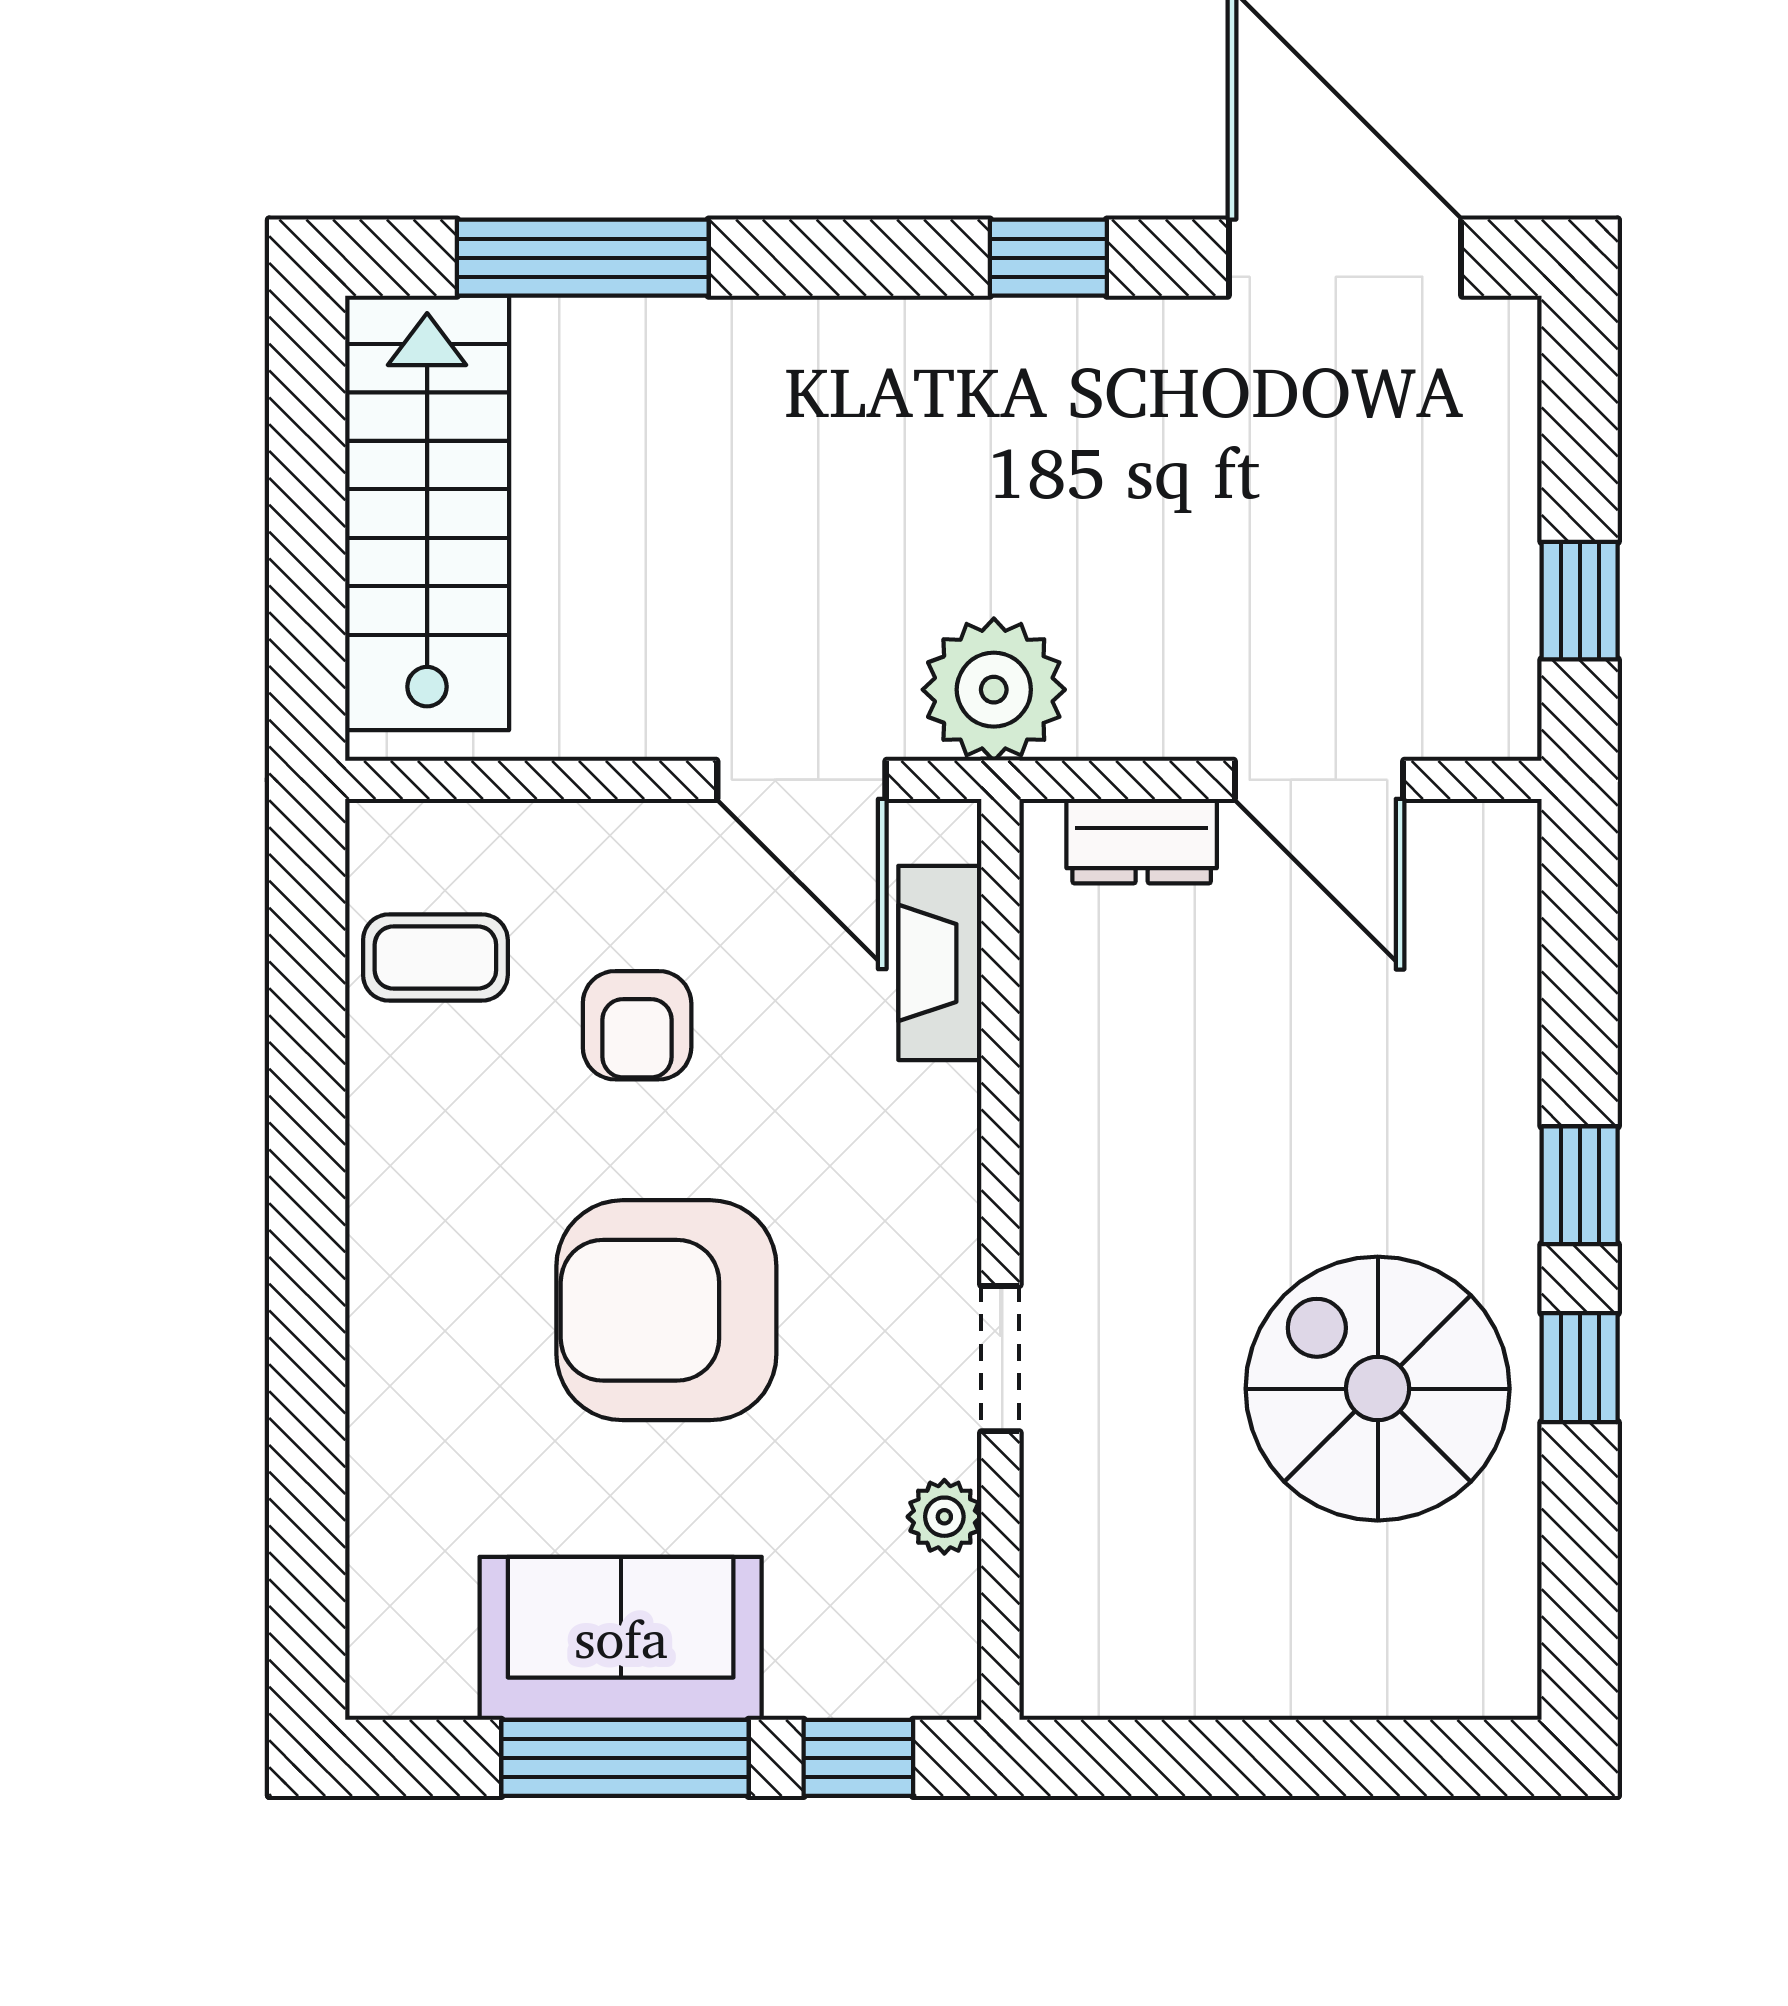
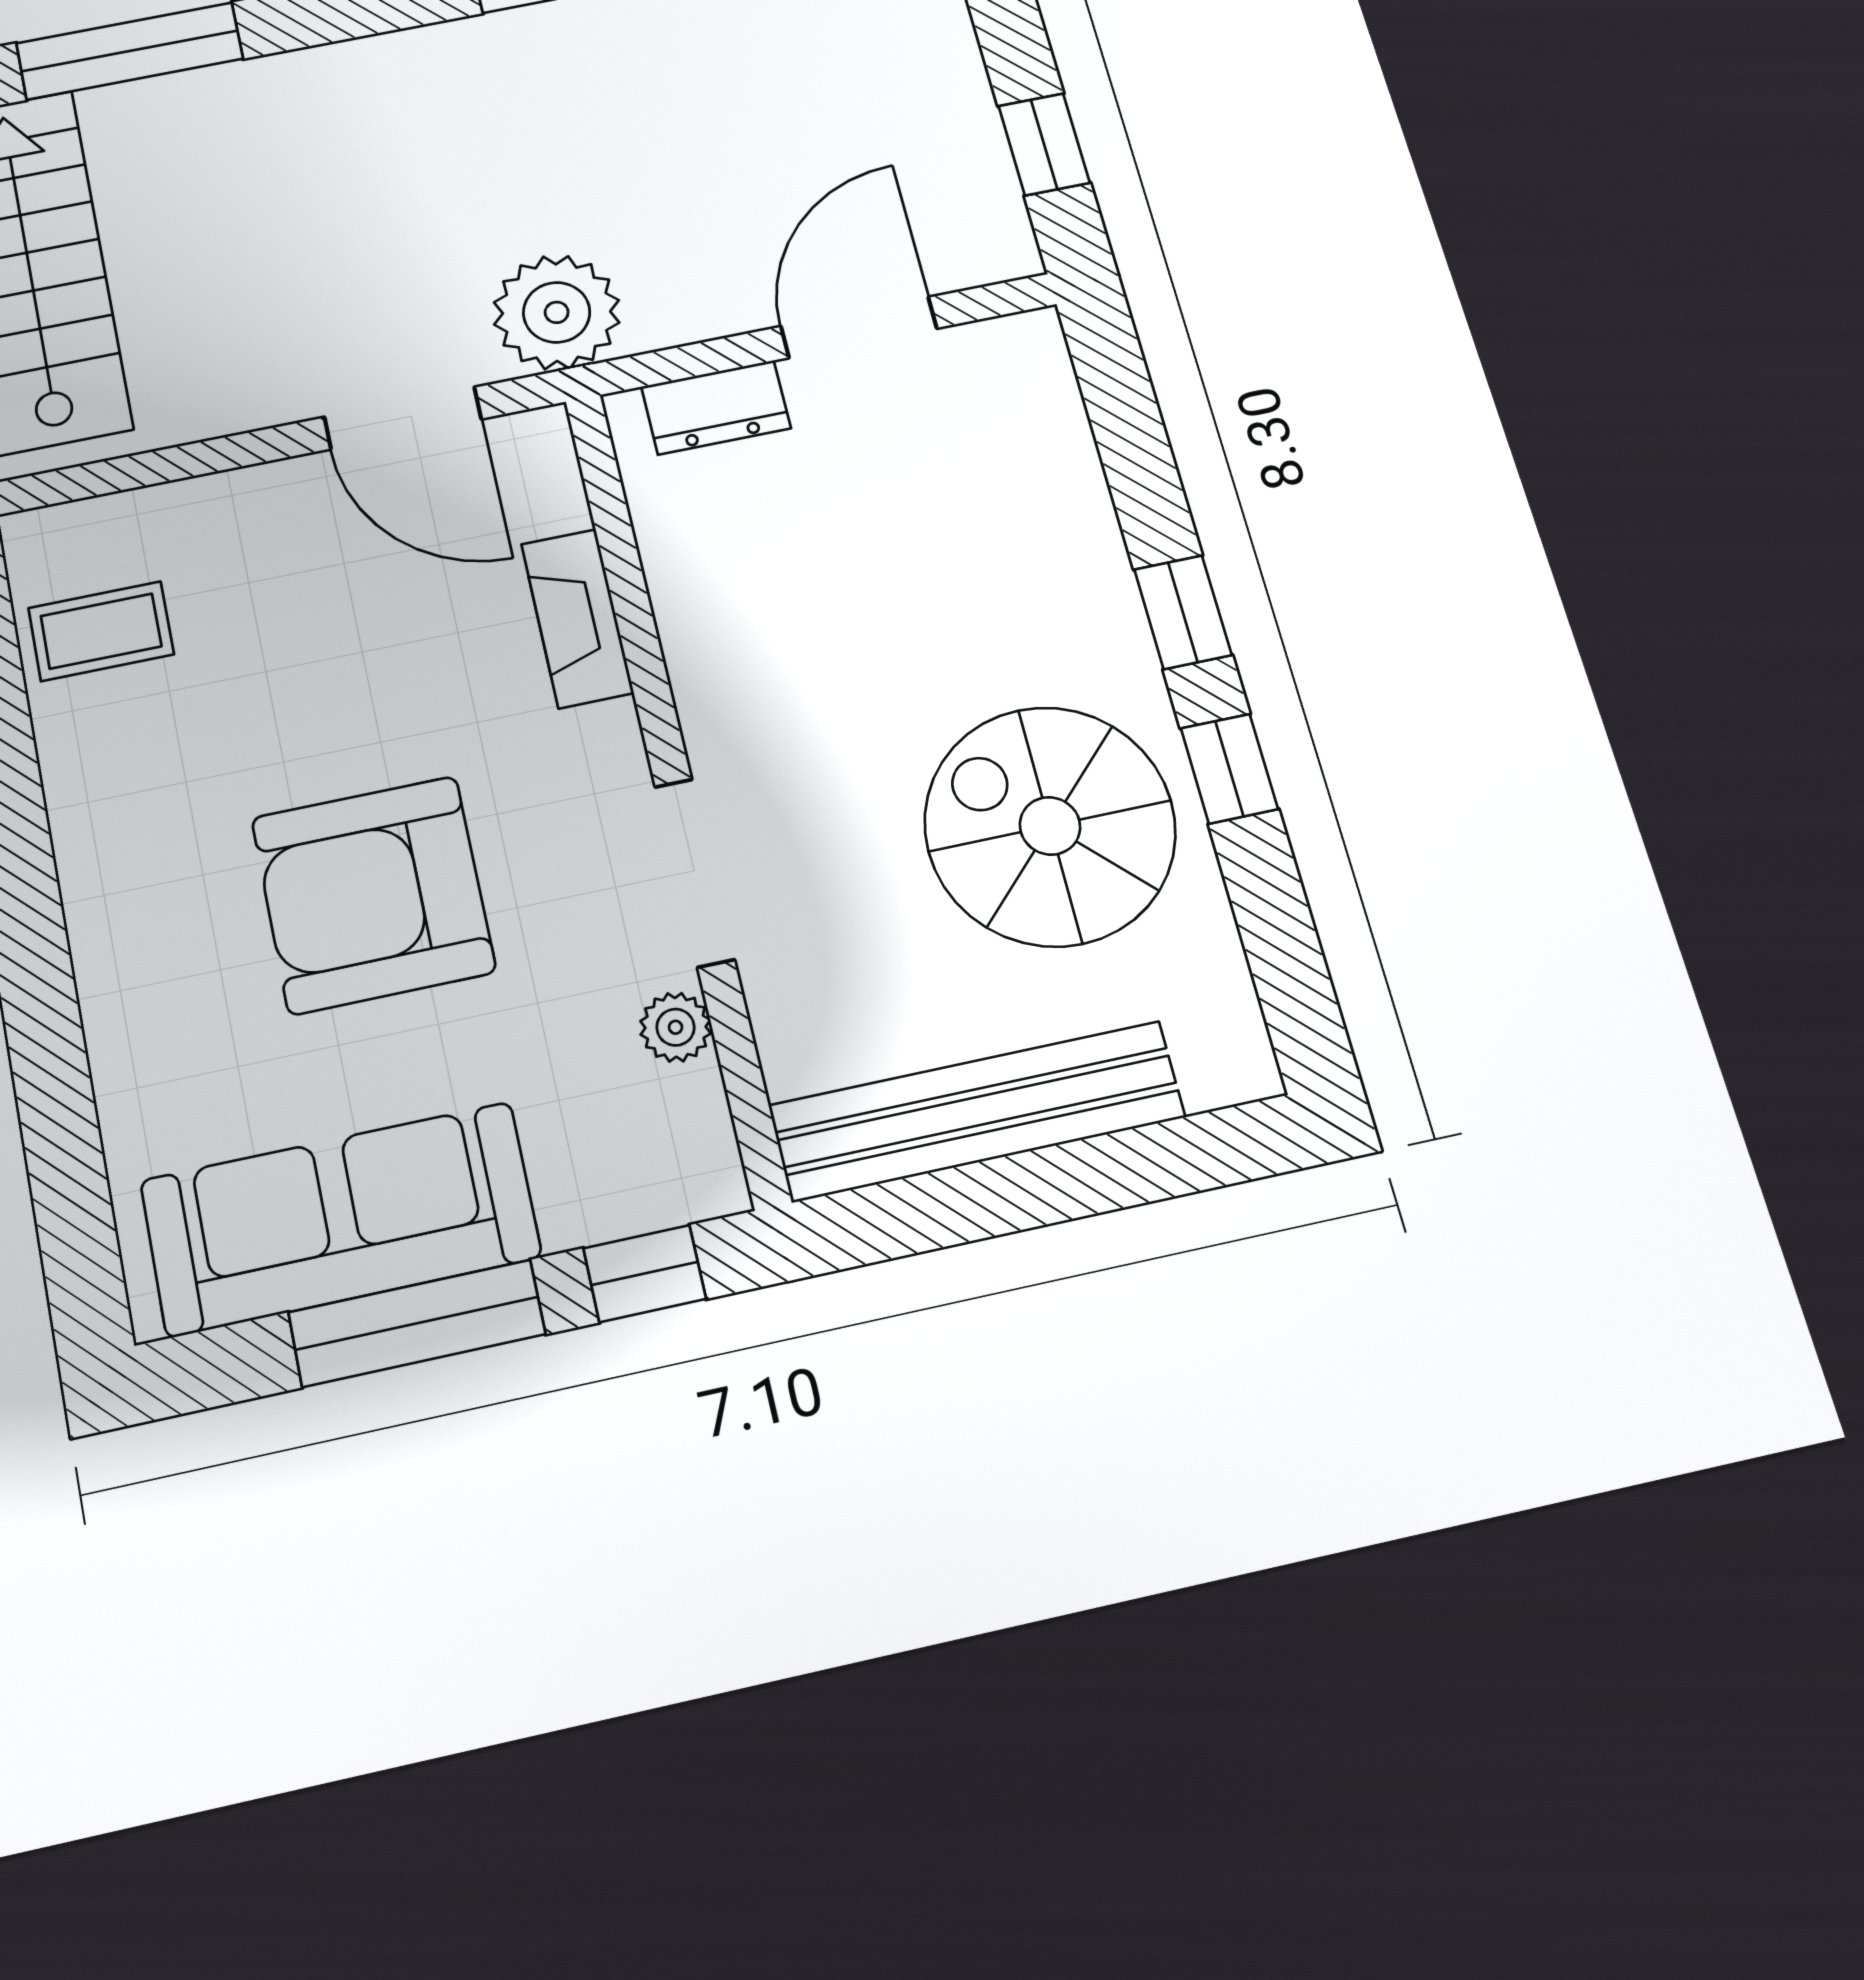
door: (1319, 780) -> (859, 327), swing flipped
fireplace: (940, 963) -> (577, 618), moved
armchair: (637, 1025) -> (296, 651), removed
doorway: (1000, 1359) -> (695, 873), width x1.38
sofa: (621, 1638) -> (340, 1219), width x1.36
bench: (1226, 1669) -> (977, 1111), added

